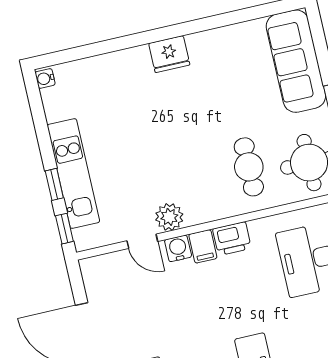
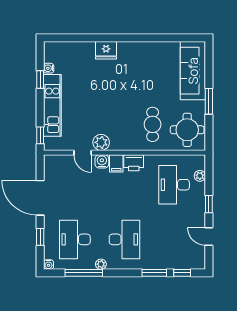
fridge: (169, 54) -> (106, 50), moved
water cooler: (45, 78) -> (49, 68), moved
window: (54, 184) -> (40, 79), moved

